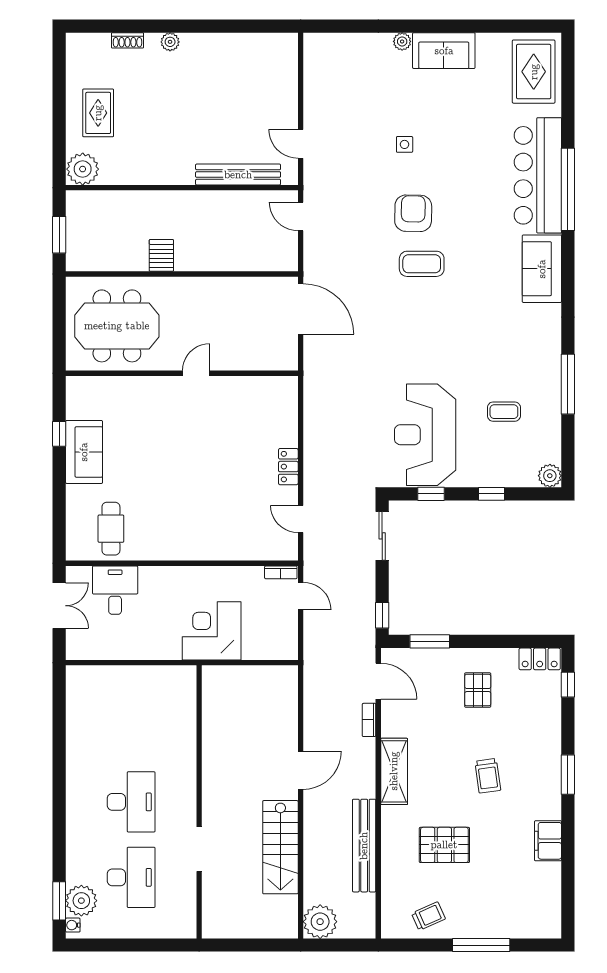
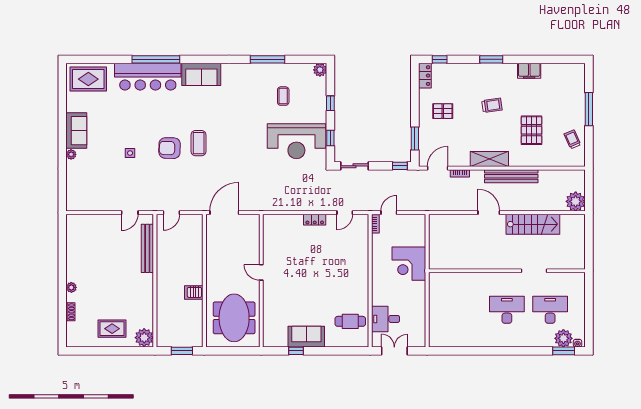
bench: (364, 846) -> (511, 176), moved

